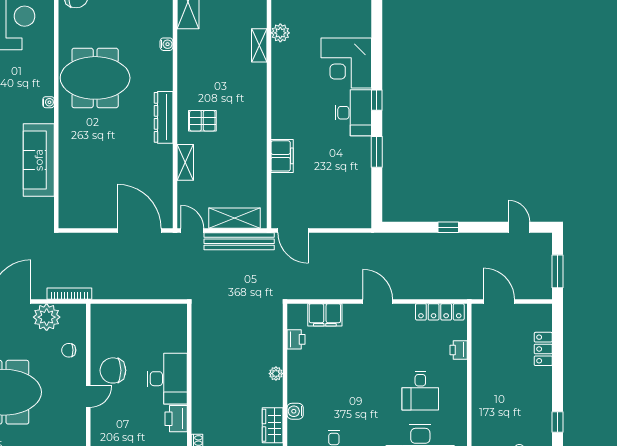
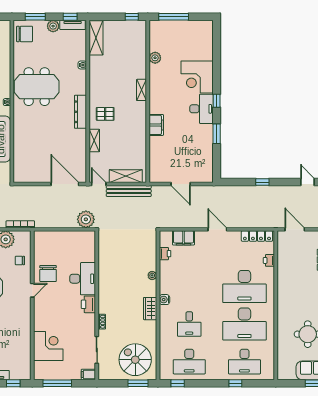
shelving: (259, 45) -> (142, 90), moved
filing cabinet: (282, 156) -> (156, 125), moved
door: (293, 230) -> (181, 184), moved
plant: (172, 286) -> (86, 219), added
chair: (113, 370) -> (48, 273), turned -90
desk: (420, 391) -> (244, 286), width x1.87, depth x1.30

